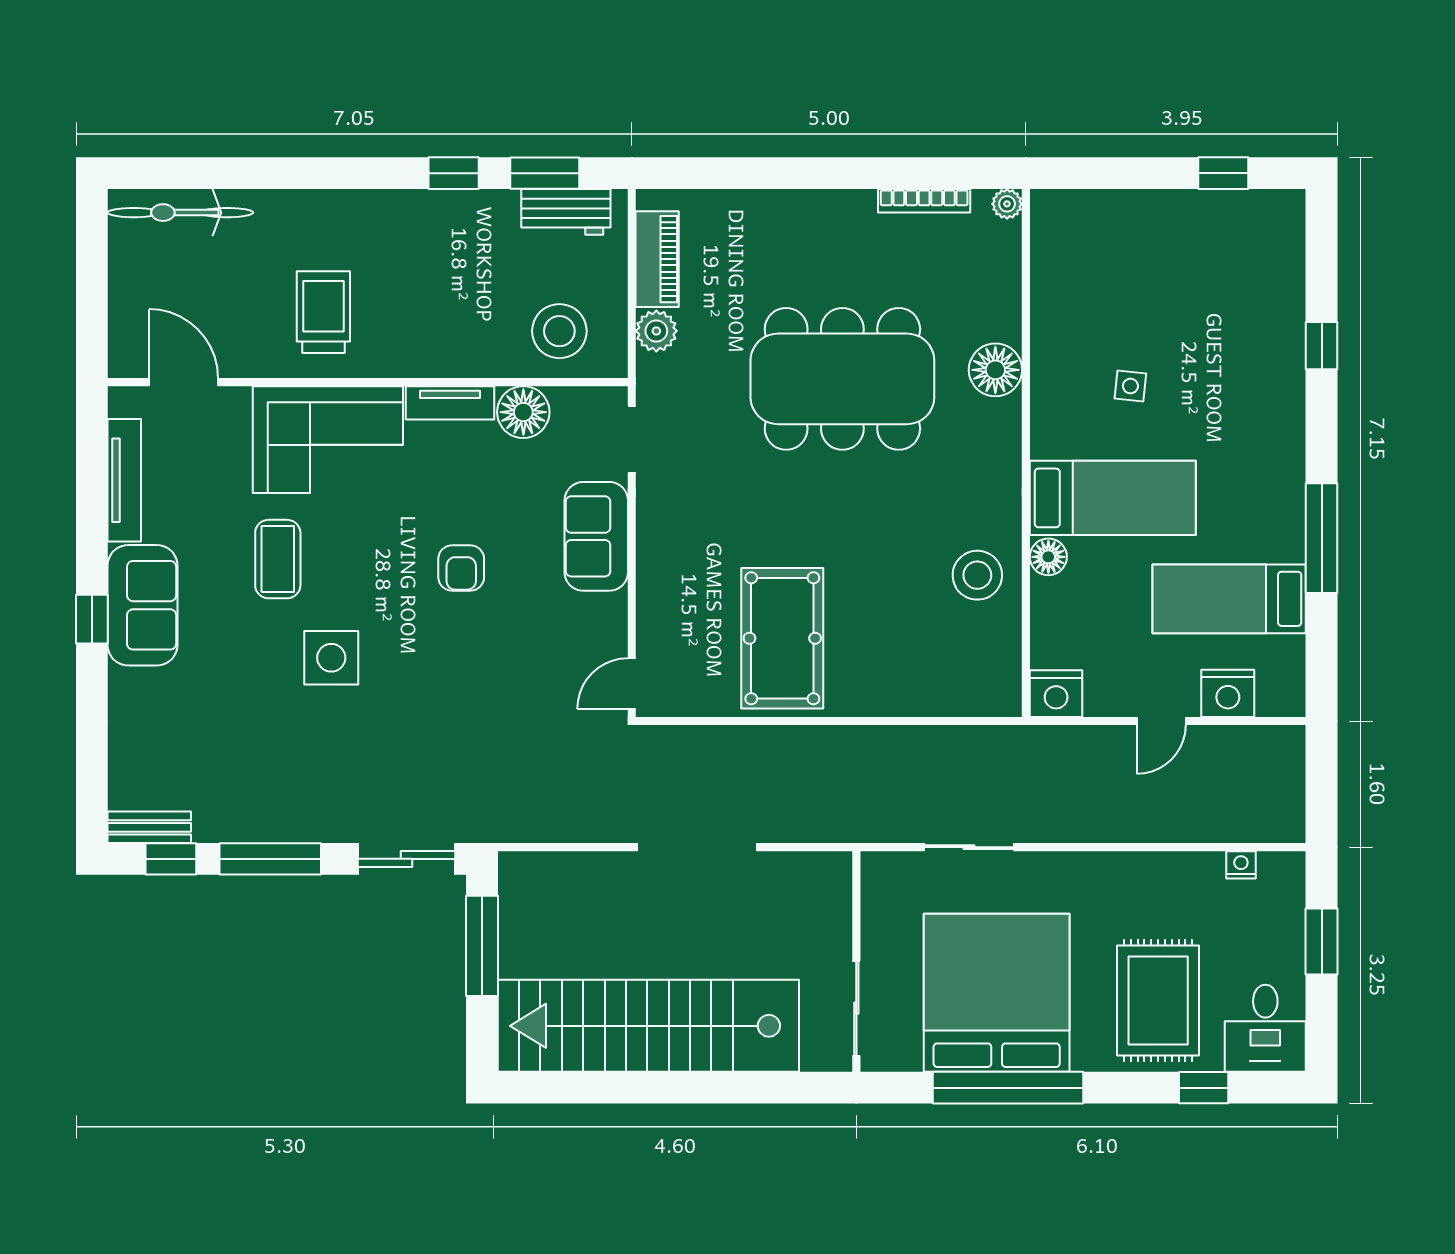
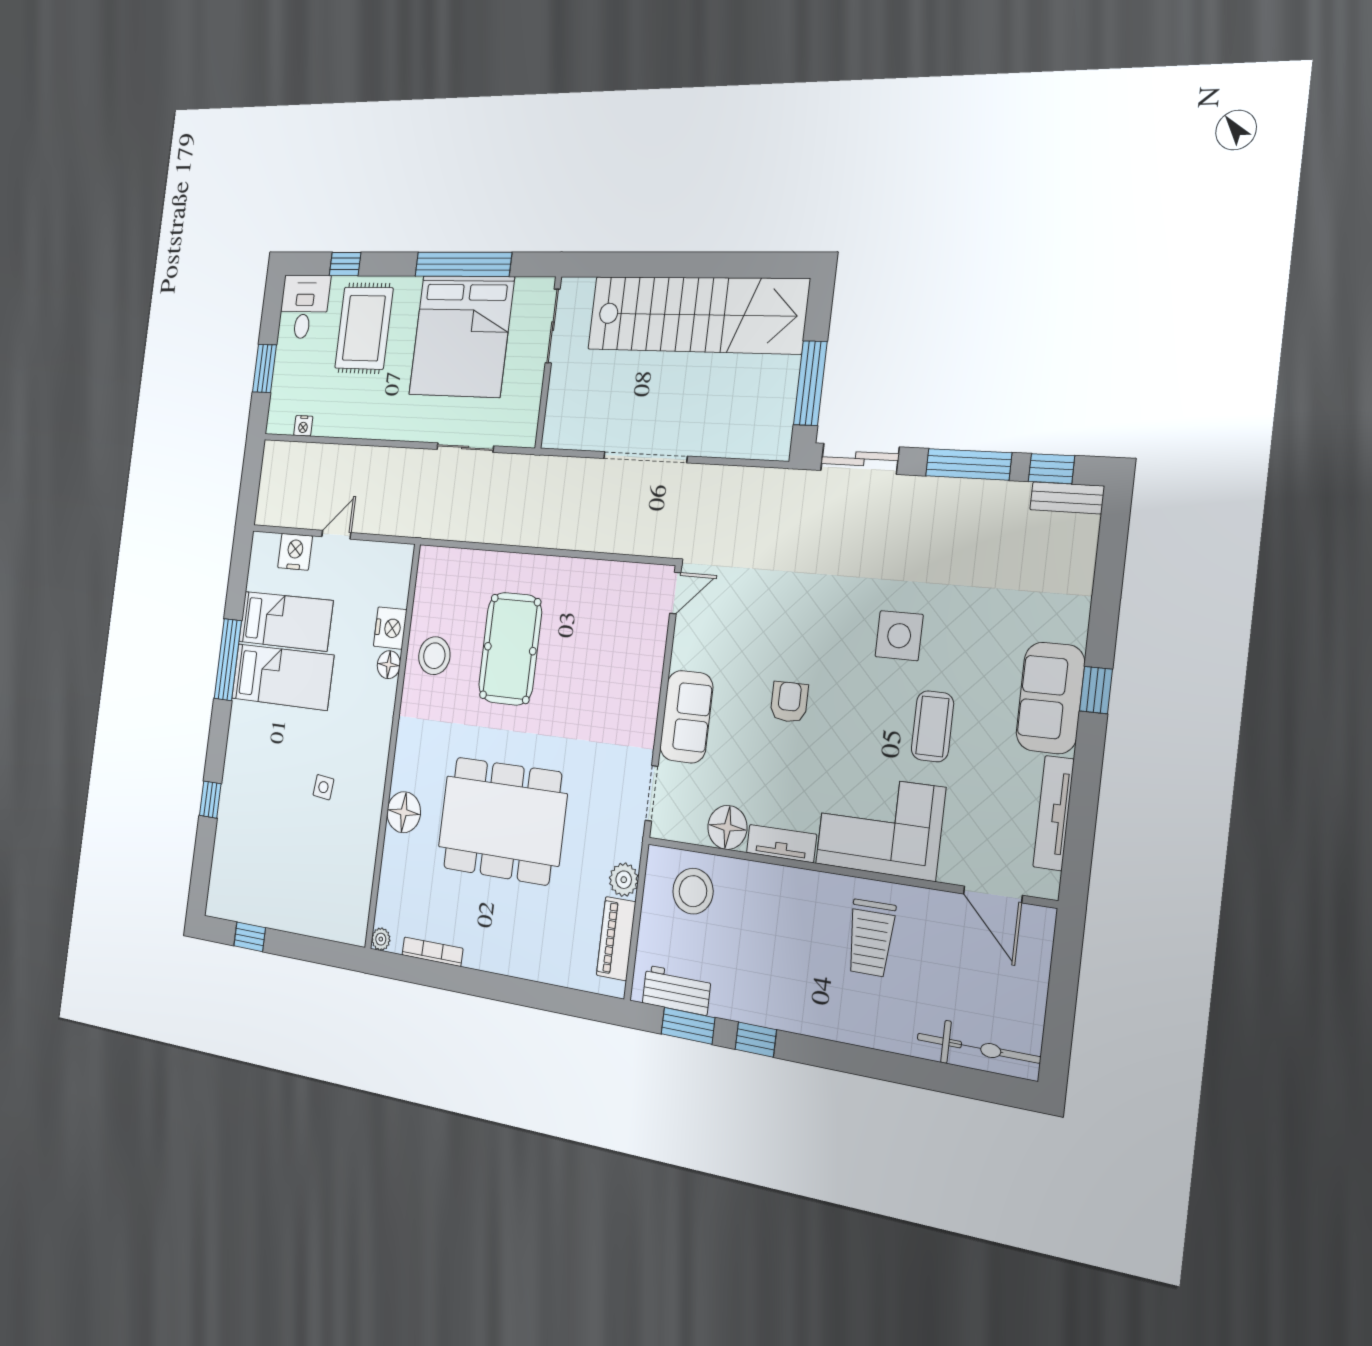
bed: (1113, 498) -> (282, 677), moved, turned 180
pool table: (782, 638) -> (510, 649), moved
nightstand: (1056, 694) -> (390, 628), moved, turned 90

